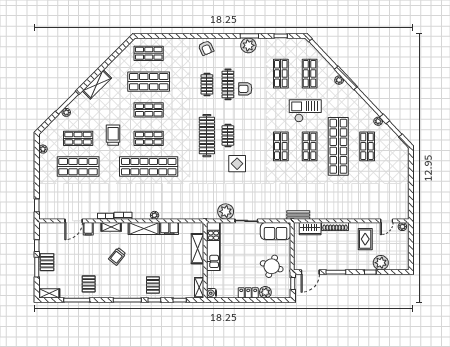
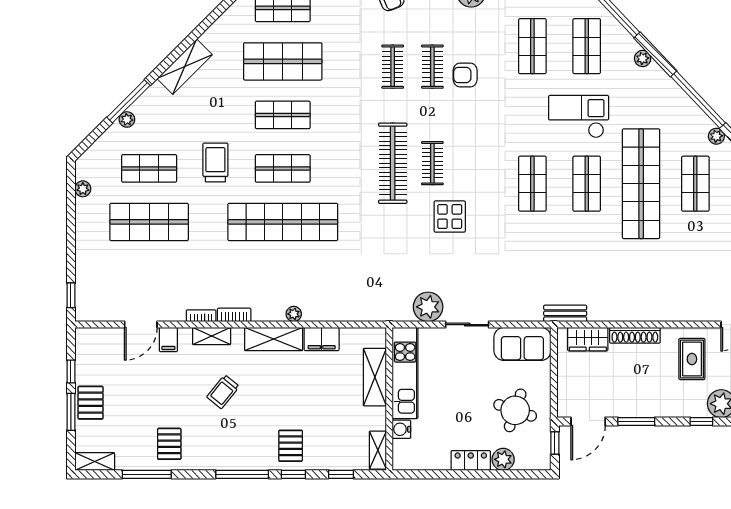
clothes rail: (228, 84) -> (432, 67), width x0.73
water cooler: (212, 293) -> (401, 429), moved

